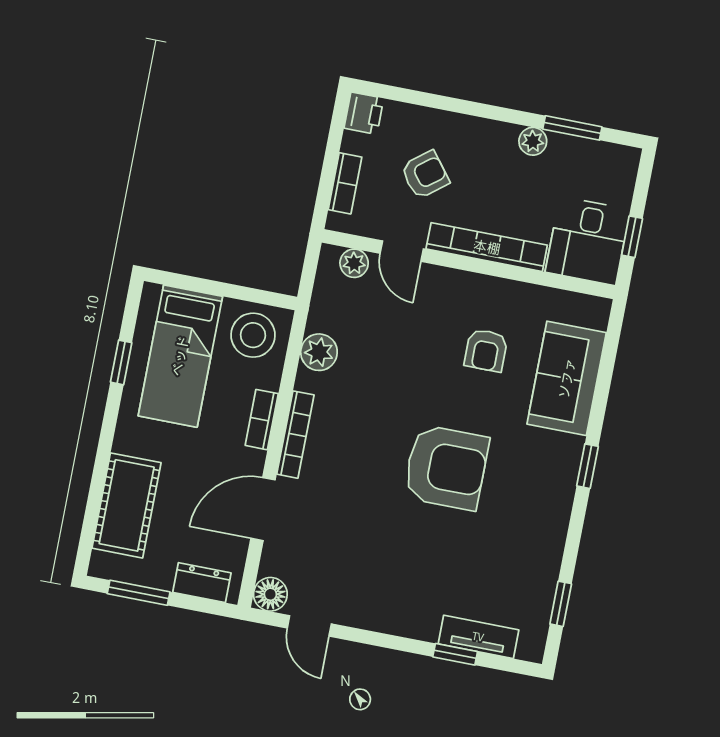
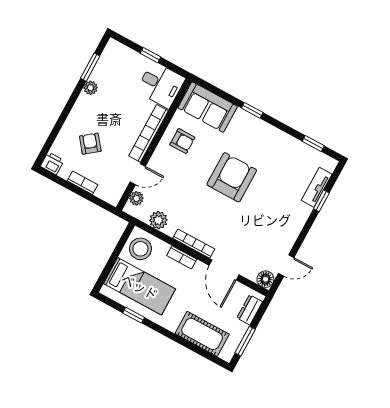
desk: (588, 241) -> (161, 85), moved
bookcase: (487, 247) -> (148, 133), moved
door: (402, 251) -> (138, 174), moved
plant: (354, 263) -> (136, 198), moved
wall: (469, 264) -> (154, 144), moved

